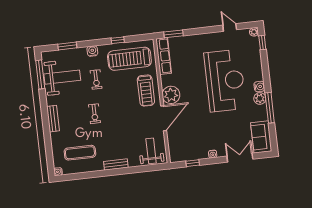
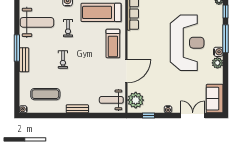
window: (40, 75) -> (17, 48), moved
plant: (171, 95) -> (136, 100), moved
window: (270, 108) -> (226, 39), moved
weight bench: (151, 151) -> (111, 100), turned -90

